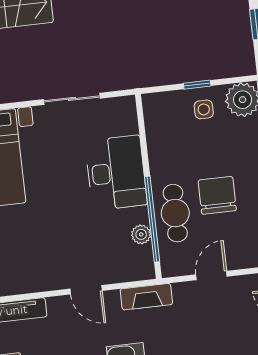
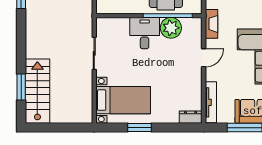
desk: (116, 173) -> (145, 33), width x0.73
plant: (141, 234) -> (171, 28), width x1.88, depth x1.88

